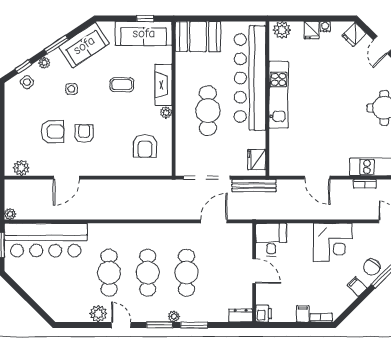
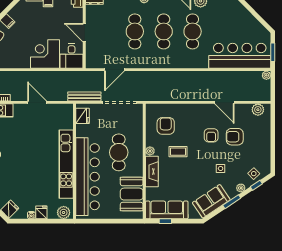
booth: (198, 37) -> (132, 194), moved, turned 90
coffee table: (122, 85) -> (178, 152), moved
kitchen unit: (279, 95) -> (66, 164), width x1.36
door: (66, 178) -> (224, 102), swing flipped
corner desk: (333, 242) -> (45, 54), moved

